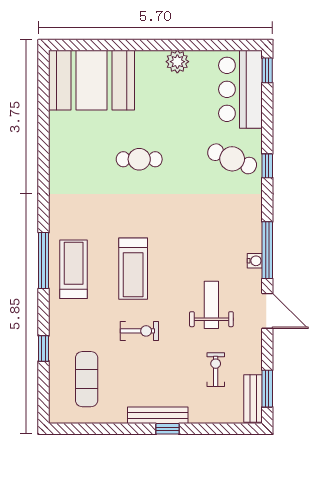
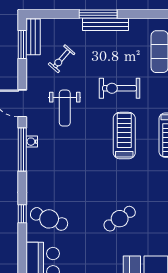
cafe table: (139, 159) -> (120, 219), turned -34
exercise bike: (139, 331) -> (120, 88), width x1.38, depth x1.39
exercise bike: (216, 370) -> (62, 59), turned 41
window: (167, 429) -> (98, 14), width x2.17

